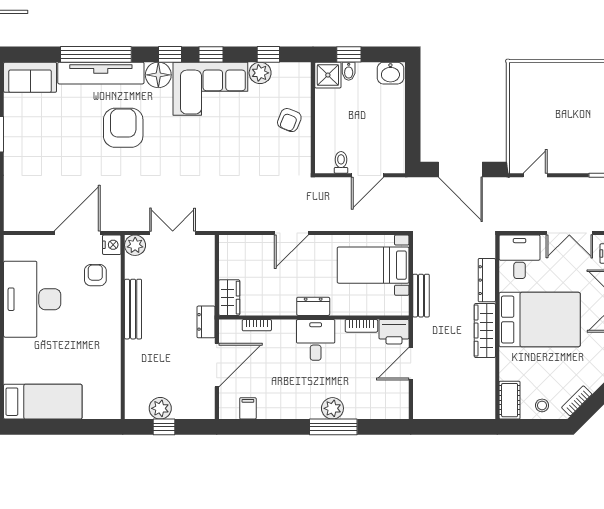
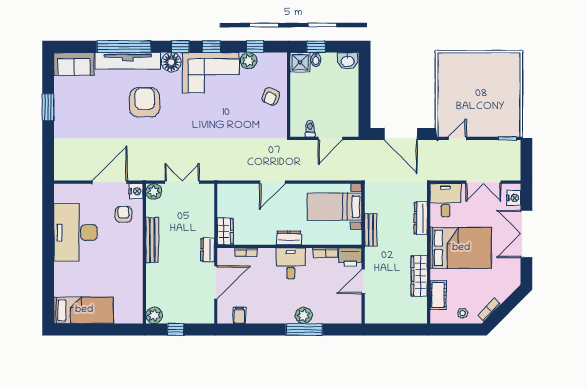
wardrobe: (485, 331) -> (419, 276), moved
cot: (510, 400) -> (438, 295), moved
plant: (160, 408) -> (154, 315), moved

